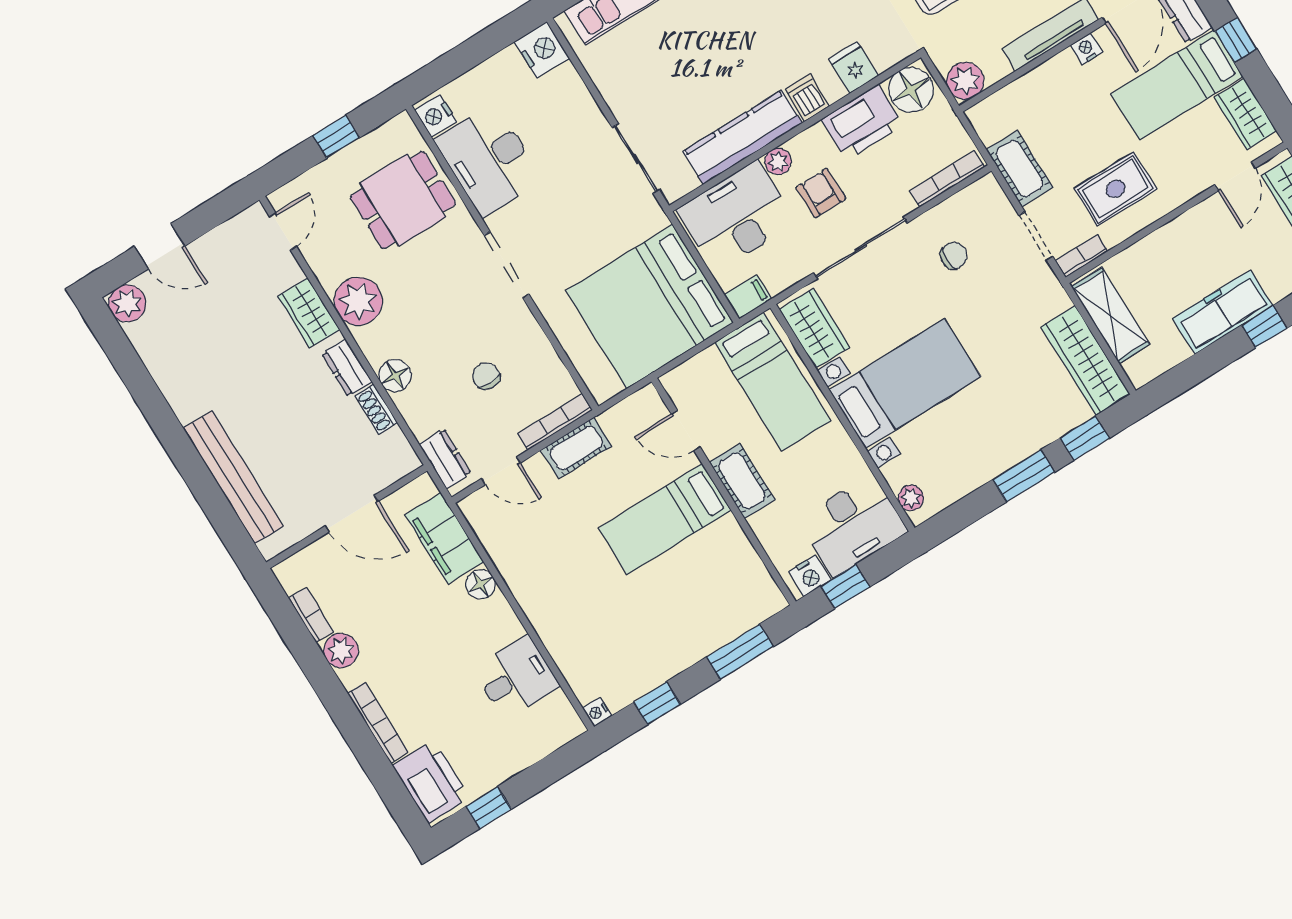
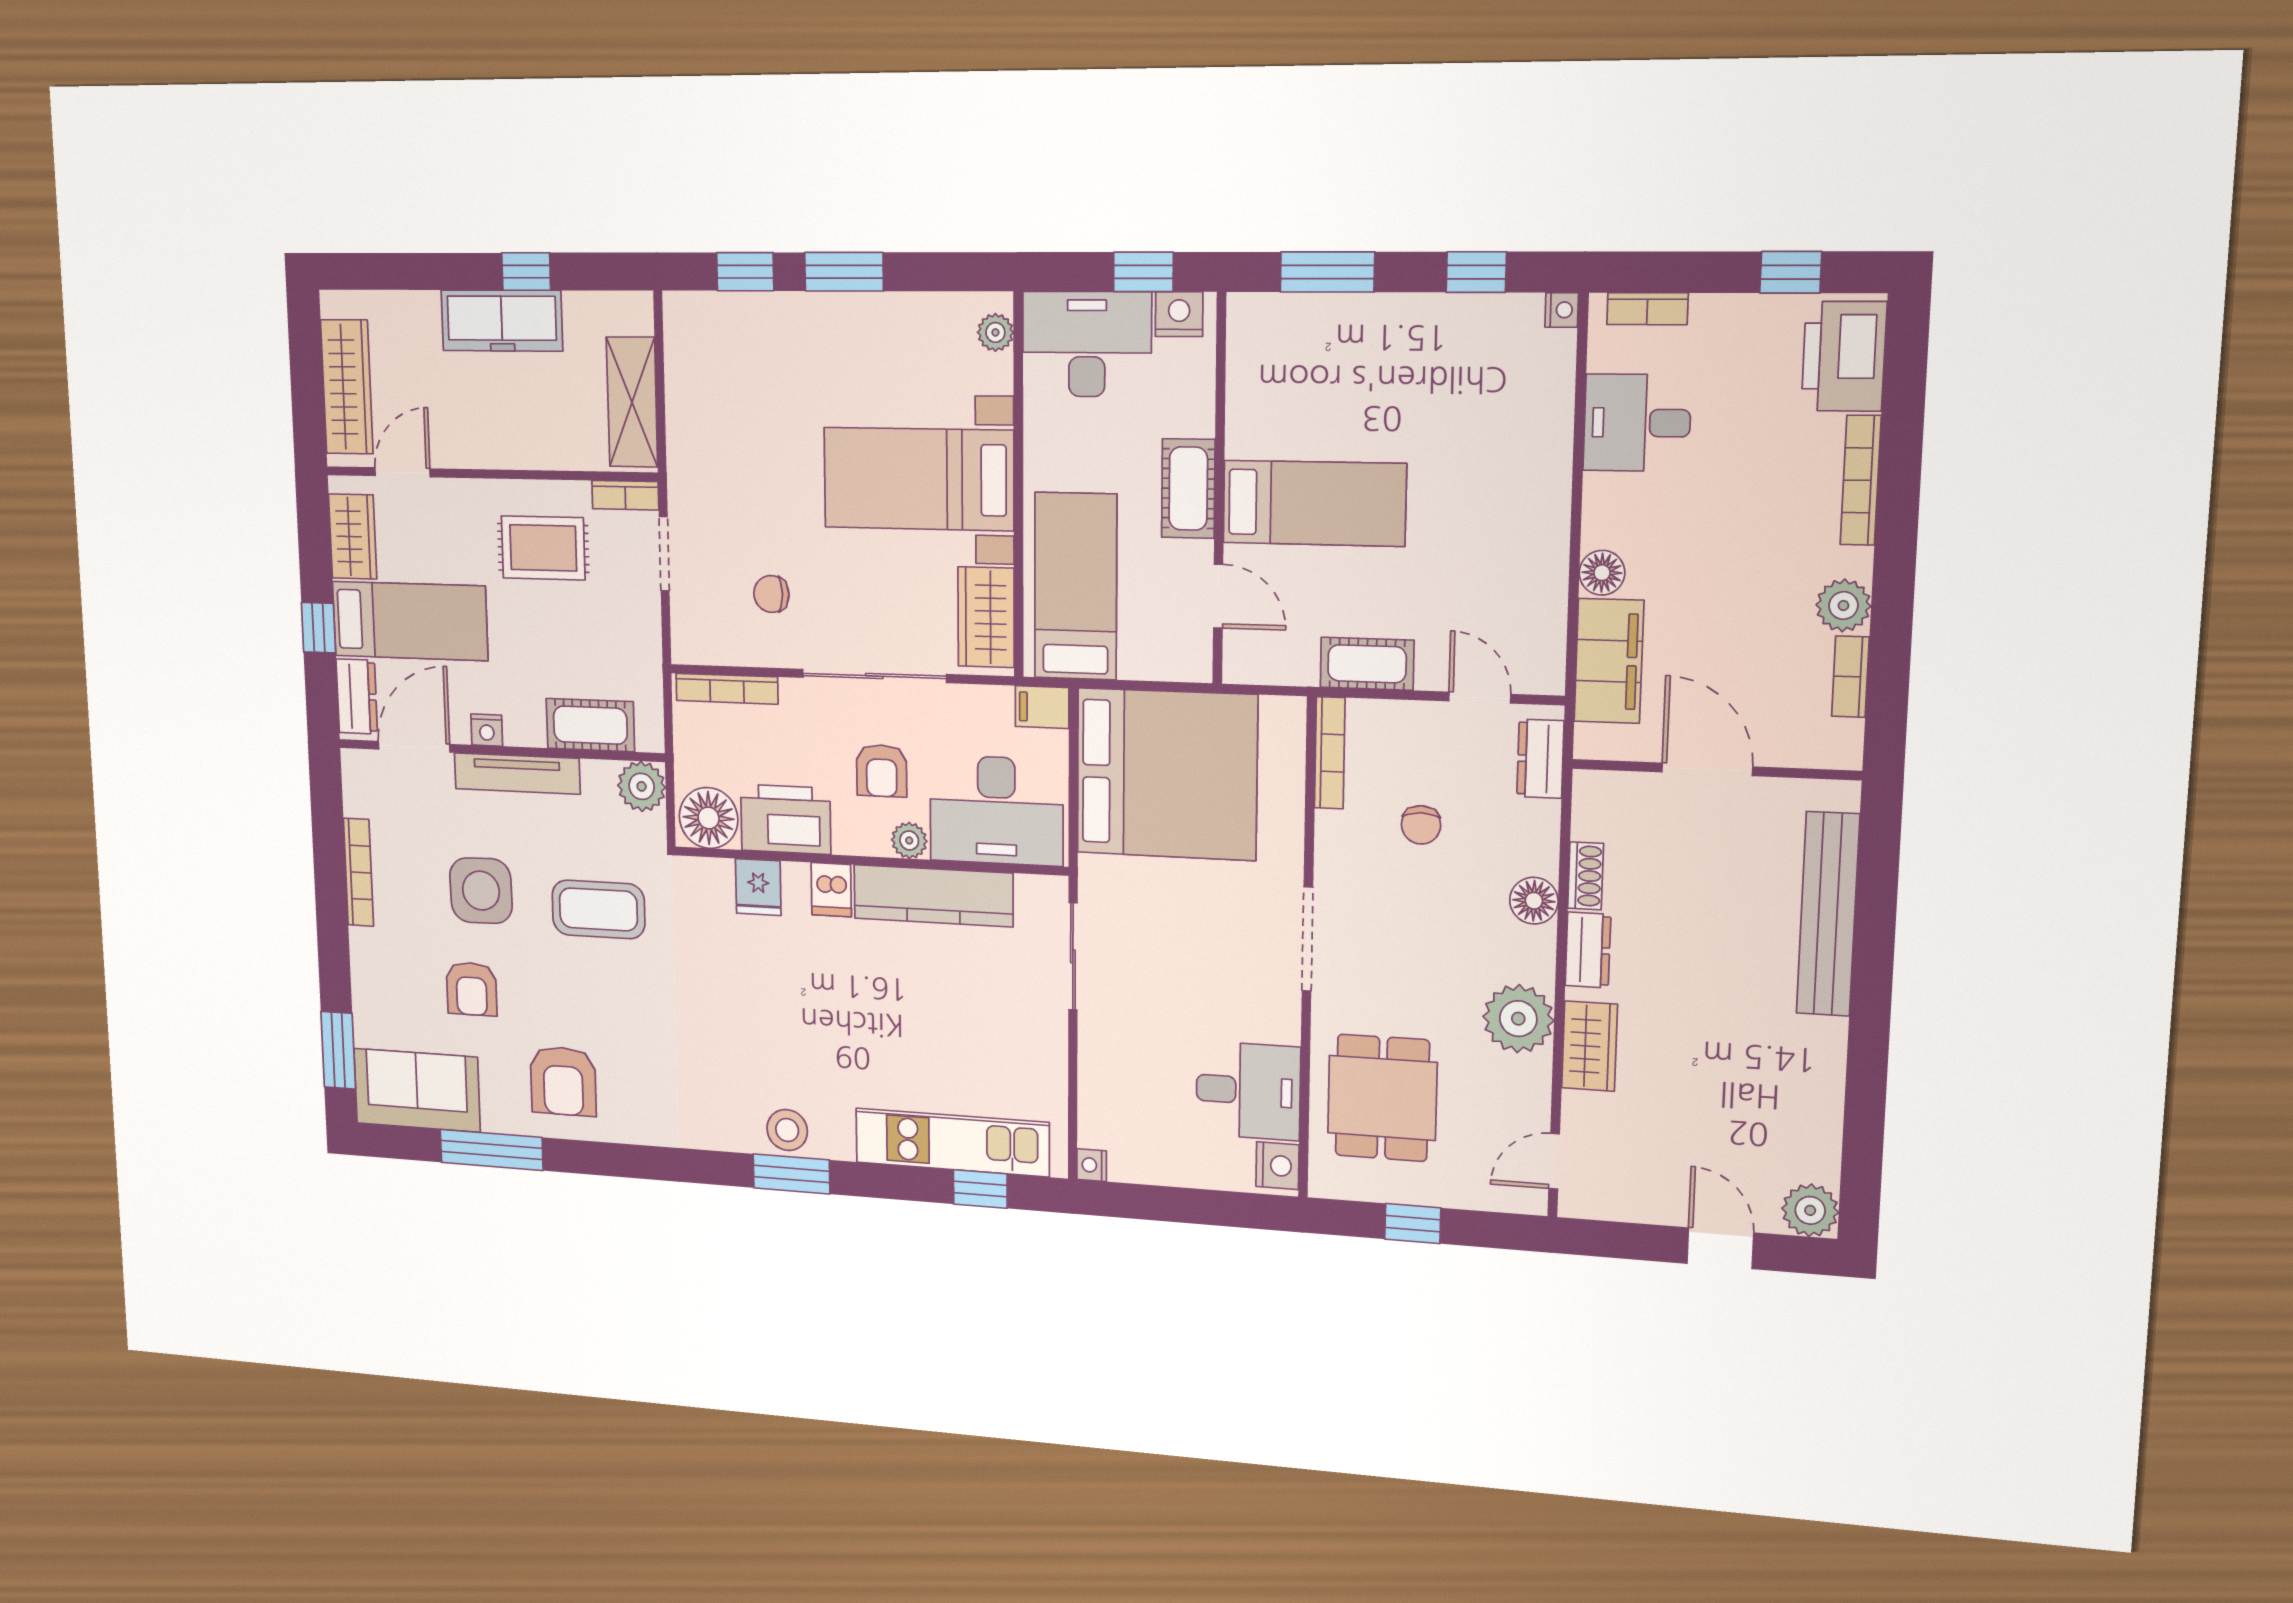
nightstand: (542, 50) -> (1092, 1165), width x0.53, depth x0.56
desk: (488, 160) -> (1248, 1091), width x0.73
cot: (1019, 169) -> (590, 725), moved, turned 90
dining table: (403, 200) -> (1382, 1098), turned 90
window: (1264, 327) -> (526, 272), moved
wardrobe: (1085, 360) -> (691, 367), removed
bookcase: (555, 422) -> (1330, 753), moved, turned -90
bookcase: (551, 741) -> (1647, 309), added

